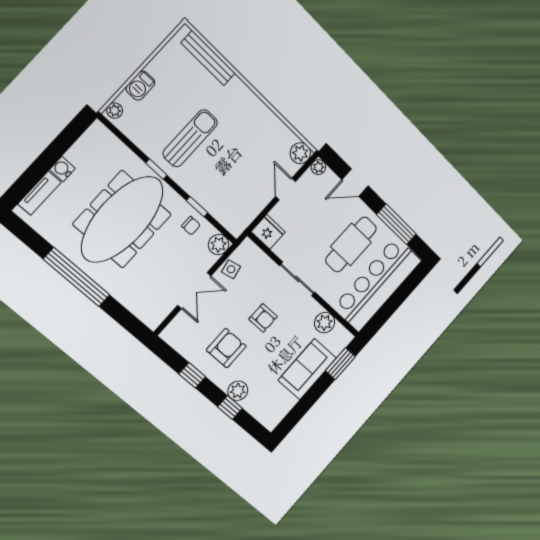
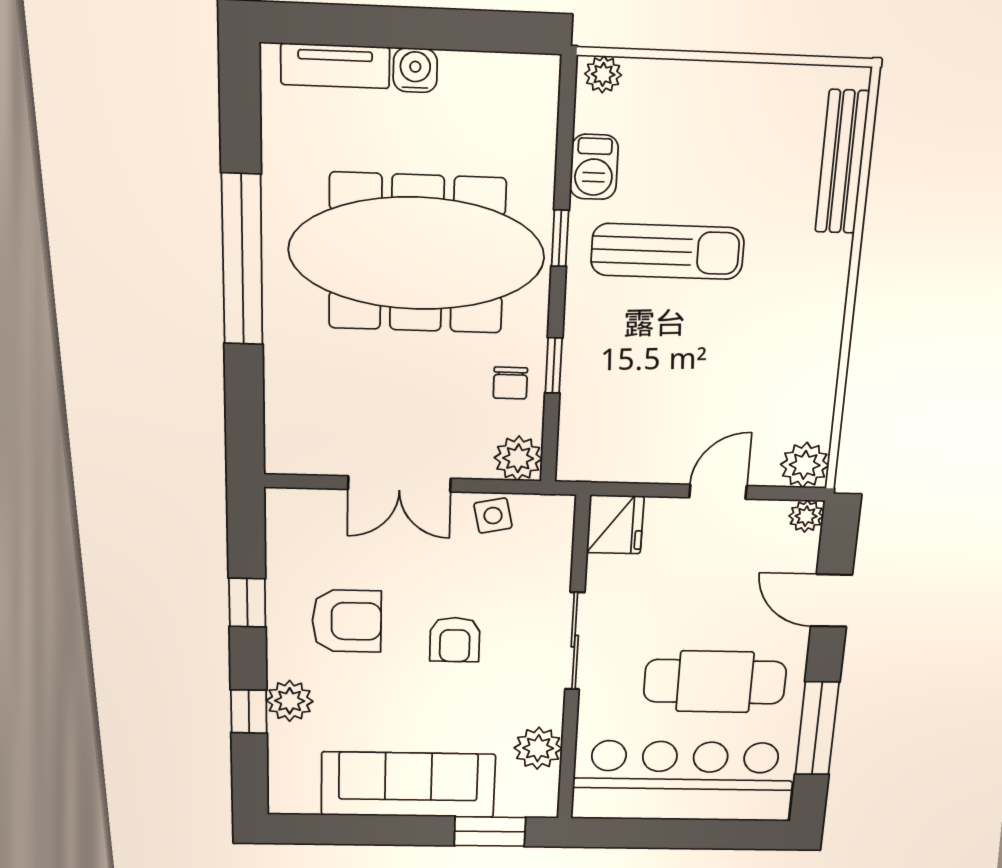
barbecue: (140, 86) -> (594, 167), moved, turned -90
sofa: (307, 369) -> (408, 785), width x1.36

